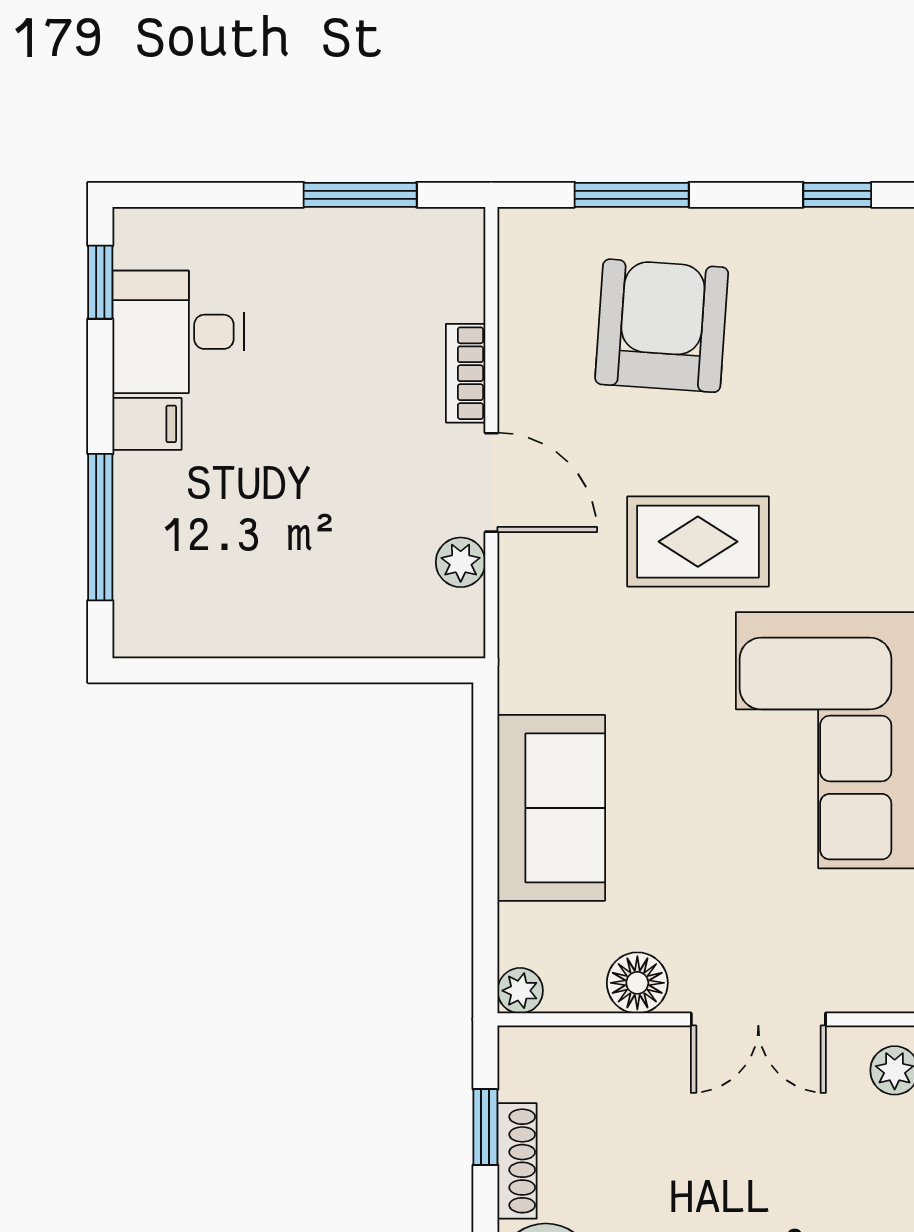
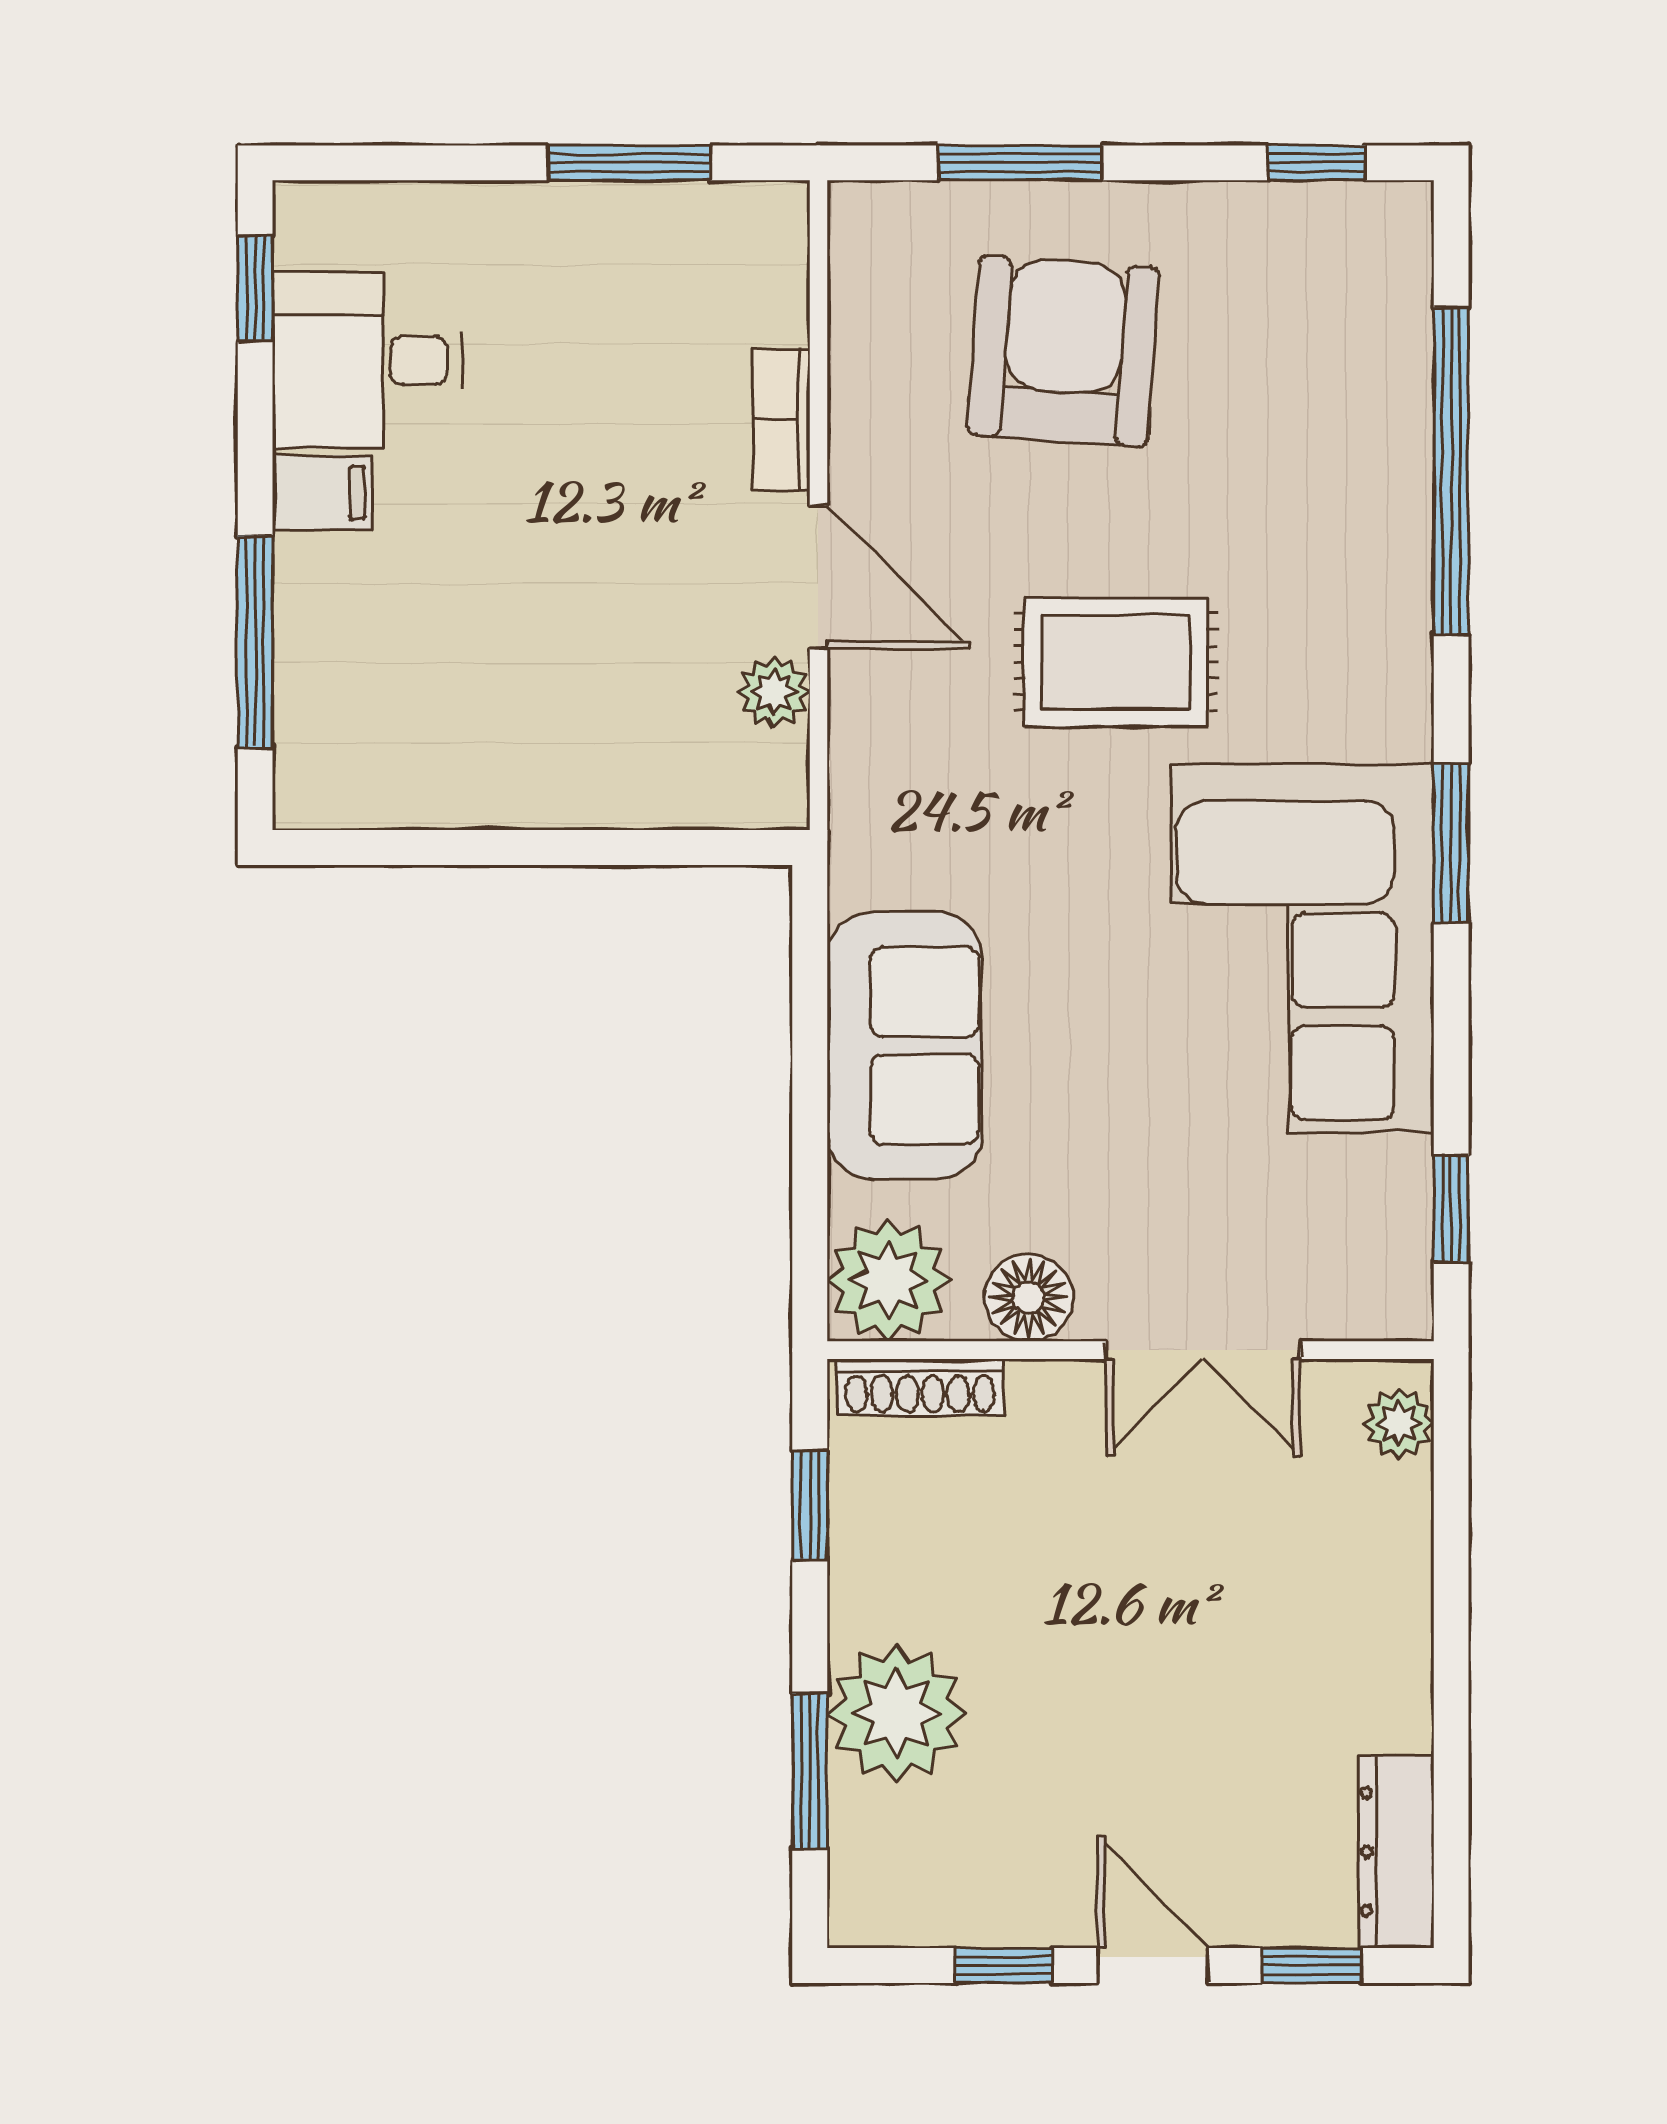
plant: (520, 991) -> (888, 1280), width x1.88, depth x1.88
shoe rack: (517, 1161) -> (920, 1387), moved, turned 90

